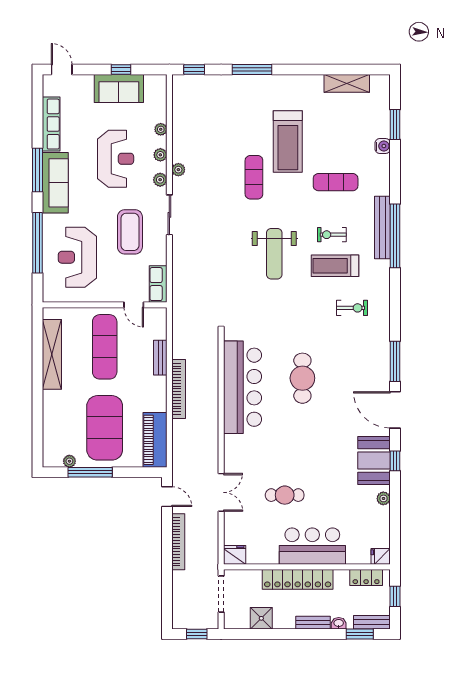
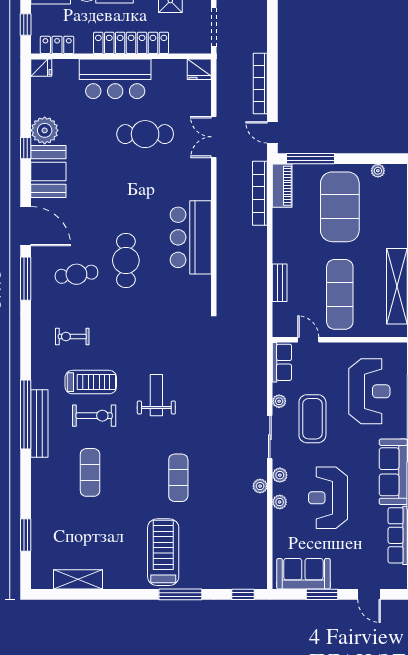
door: (62, 69) -> (369, 594), moved
window: (121, 69) -> (322, 594), width x1.50
sofa: (119, 88) -> (303, 574), moved
plant: (161, 129) -> (279, 401), moved
treadmill: (288, 142) -> (163, 552), moved
water cooler: (383, 146) -> (39, 512), removed
exercise mat: (336, 182) -> (90, 472), turned 90
exercise bike: (332, 235) -> (94, 416), width x1.38, depth x1.39
weight bench: (274, 254) -> (156, 395), width x0.73, depth x0.75
cafe table: (348, 365) -> (76, 274), added
bar counter: (242, 387) -> (191, 237), width x0.73
bookcase: (179, 389) -> (260, 193), moved
piano: (155, 440) -> (282, 186), width x0.73, depth x0.75
window: (395, 461) -> (26, 148), moved
window: (90, 472) -> (310, 159), moved
cafe table: (285, 495) -> (145, 134), width x1.37, depth x1.35
plant: (383, 498) -> (45, 130), width x1.88, depth x1.88

